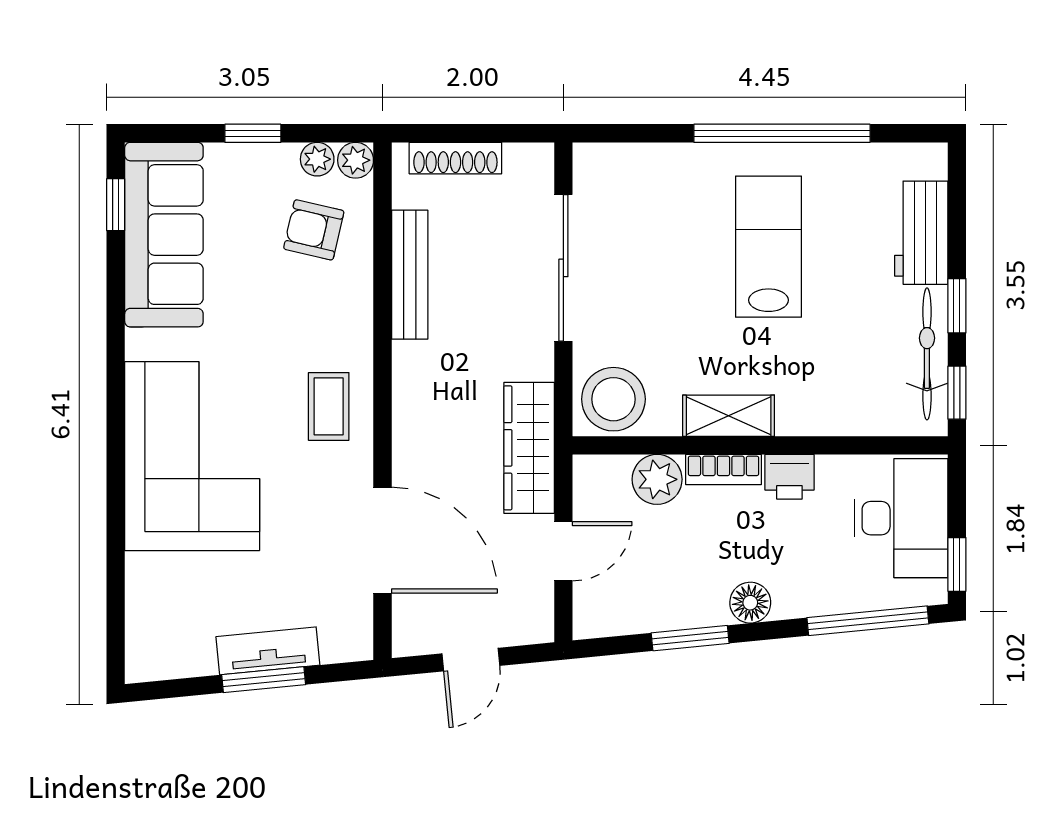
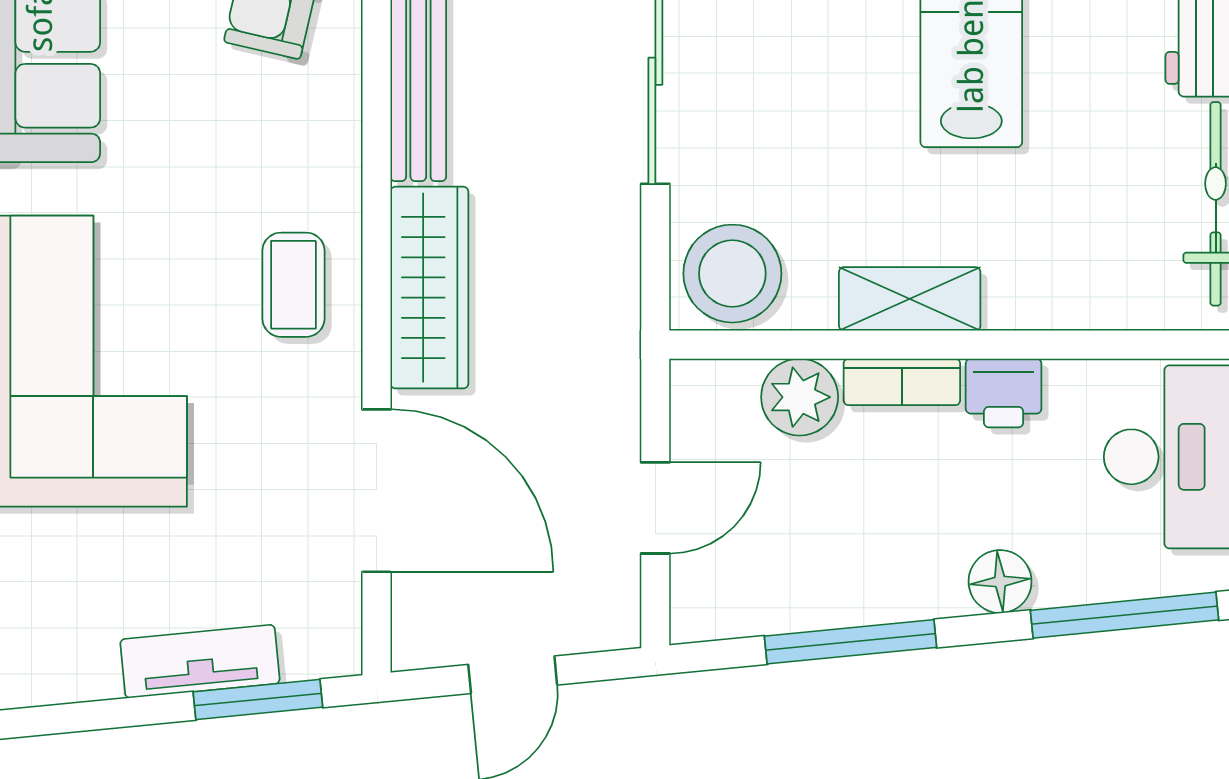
wardrobe: (529, 448) -> (429, 288), moved, turned 180
floor lamp: (750, 603) -> (1000, 582), moved
window: (690, 638) -> (851, 642), width x1.44
window: (264, 680) -> (258, 700), moved

